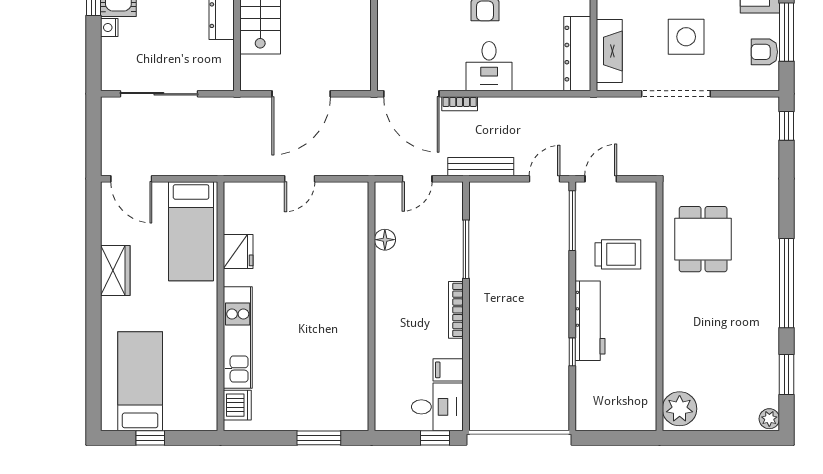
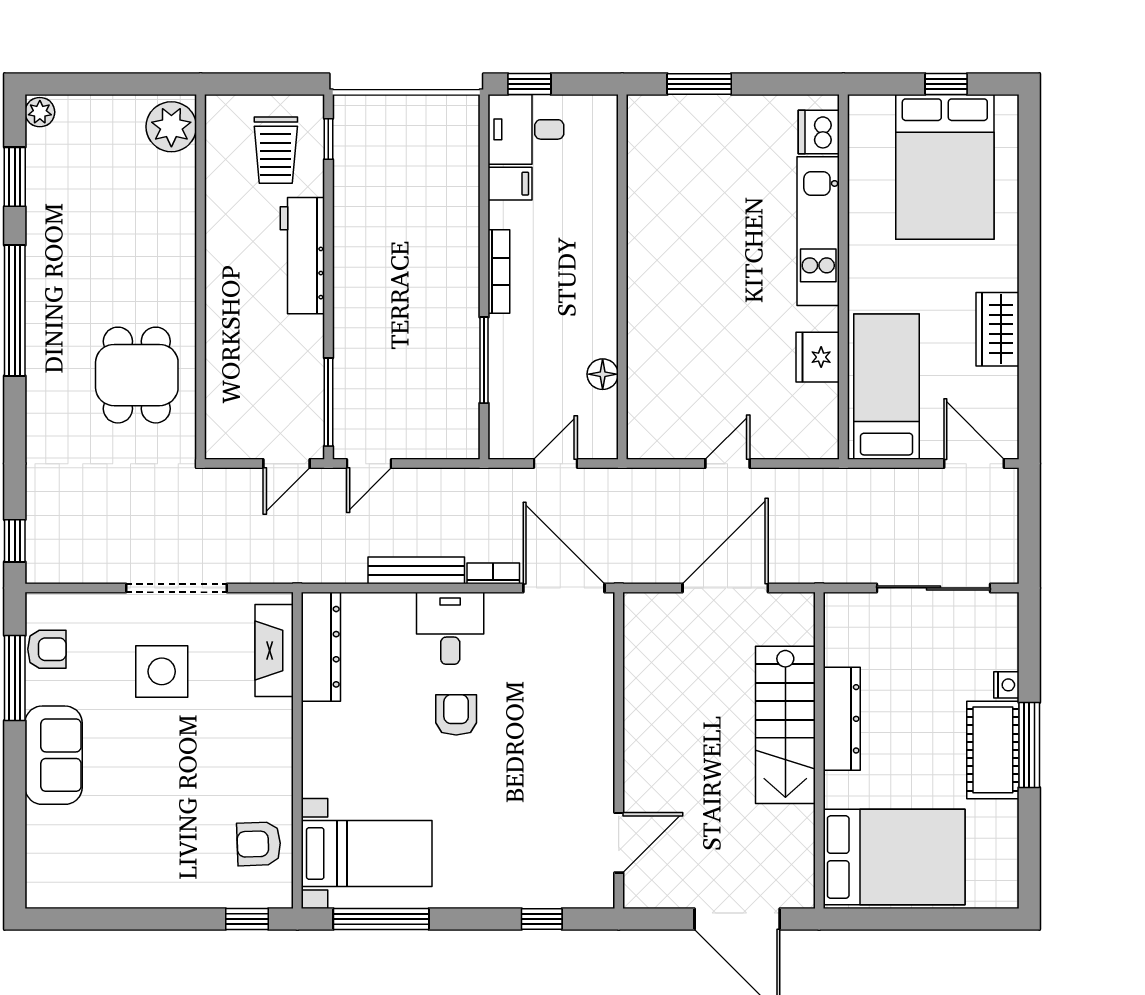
bench: (481, 167) -> (416, 570), moved
trolley: (618, 254) -> (276, 150), moved, turned -90
window: (572, 352) -> (328, 139), moved
bed: (140, 381) -> (945, 167), width x1.50

